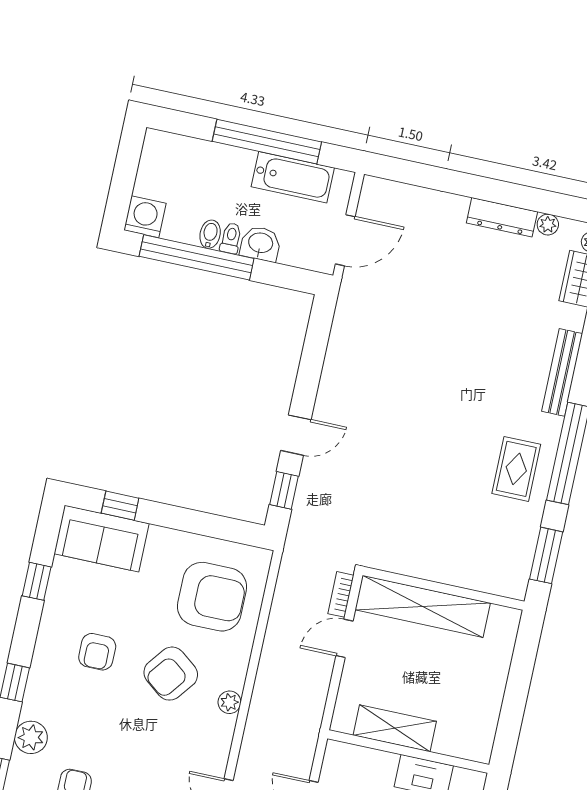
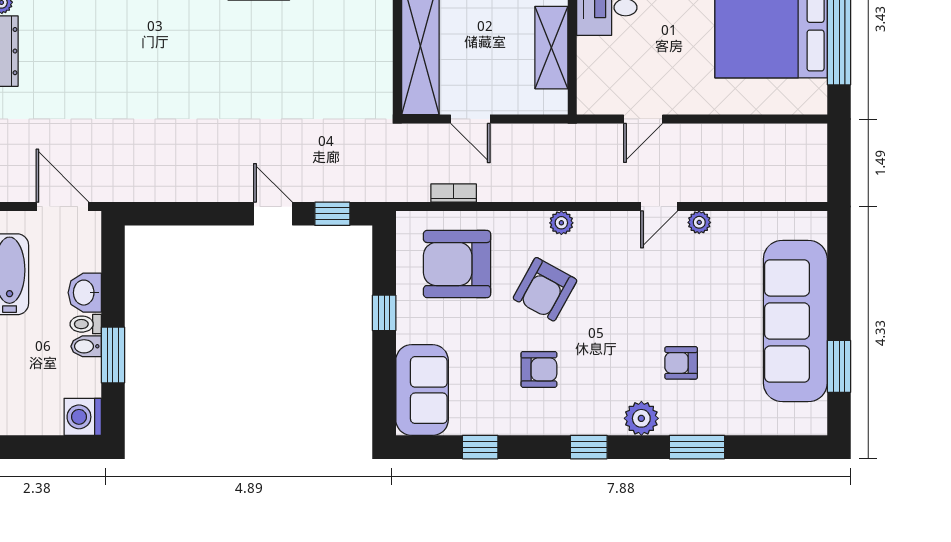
window: (197, 257) -> (113, 355), width x0.47
window: (120, 506) -> (384, 313), moved
bookcase: (341, 594) -> (454, 193), moved, turned 180
armchair: (212, 597) -> (457, 264), turned -90
armchair: (171, 674) -> (545, 289), turned 81

